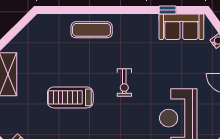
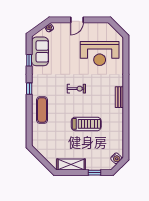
window: (124, 10) -> (29, 89), added
treadmill: (70, 97) -> (86, 124), turned -90

